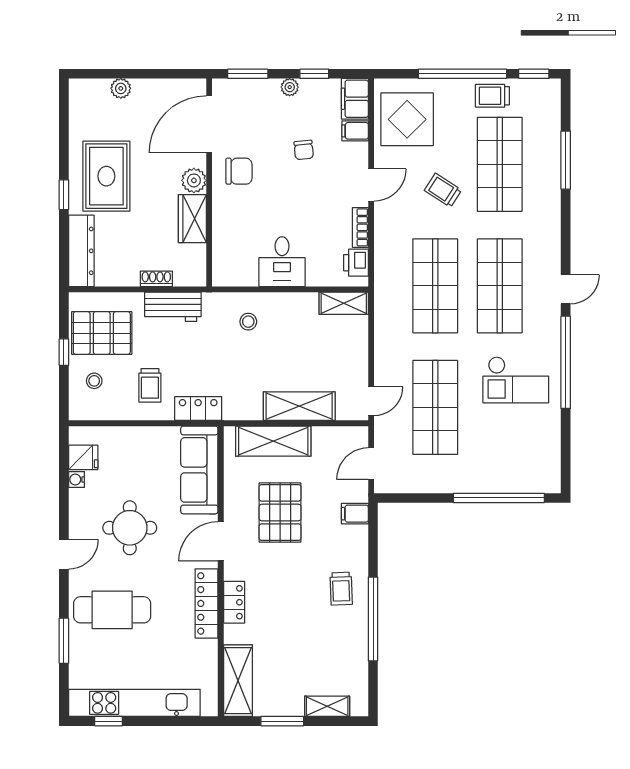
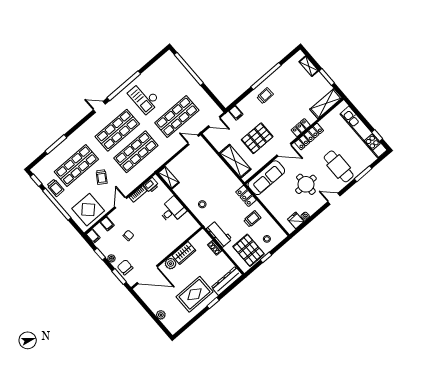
filing cabinet: (355, 99) -> (93, 236), width x0.50
chair: (239, 171) -> (125, 267), moved
door: (371, 185) -> (121, 203), hinge flipped
checkout: (516, 380) -> (144, 97), turned 180
shelving: (299, 406) -> (216, 163), removed

